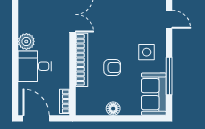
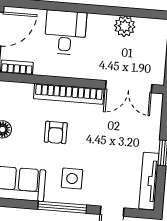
plant: (26, 41) -> (125, 26), moved
window: (169, 76) -> (62, 207), moved

